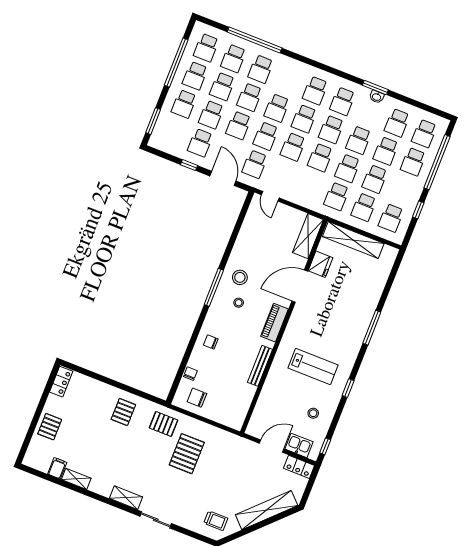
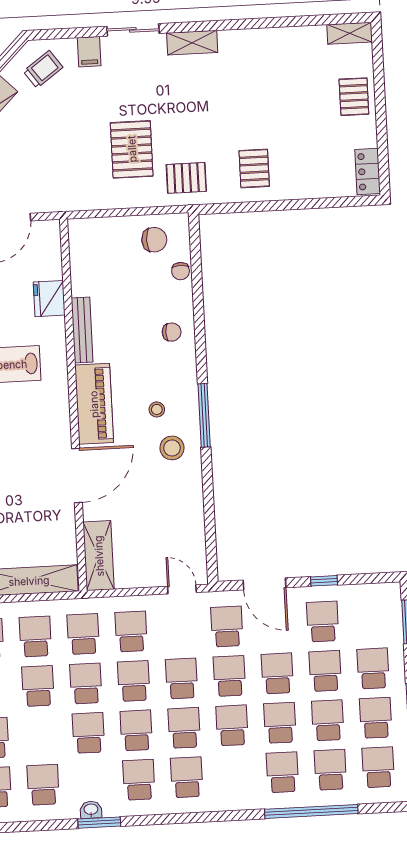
school desk: (386, 151) -> (131, 632), moved
fridge: (321, 264) -> (49, 299), moved
piano: (274, 323) -> (94, 404), width x1.37, depth x1.33
filing cabinet: (57, 468) -> (89, 52), moved
shelving: (76, 479) -> (350, 33), moved
trolley: (216, 521) -> (43, 69), turned 144

